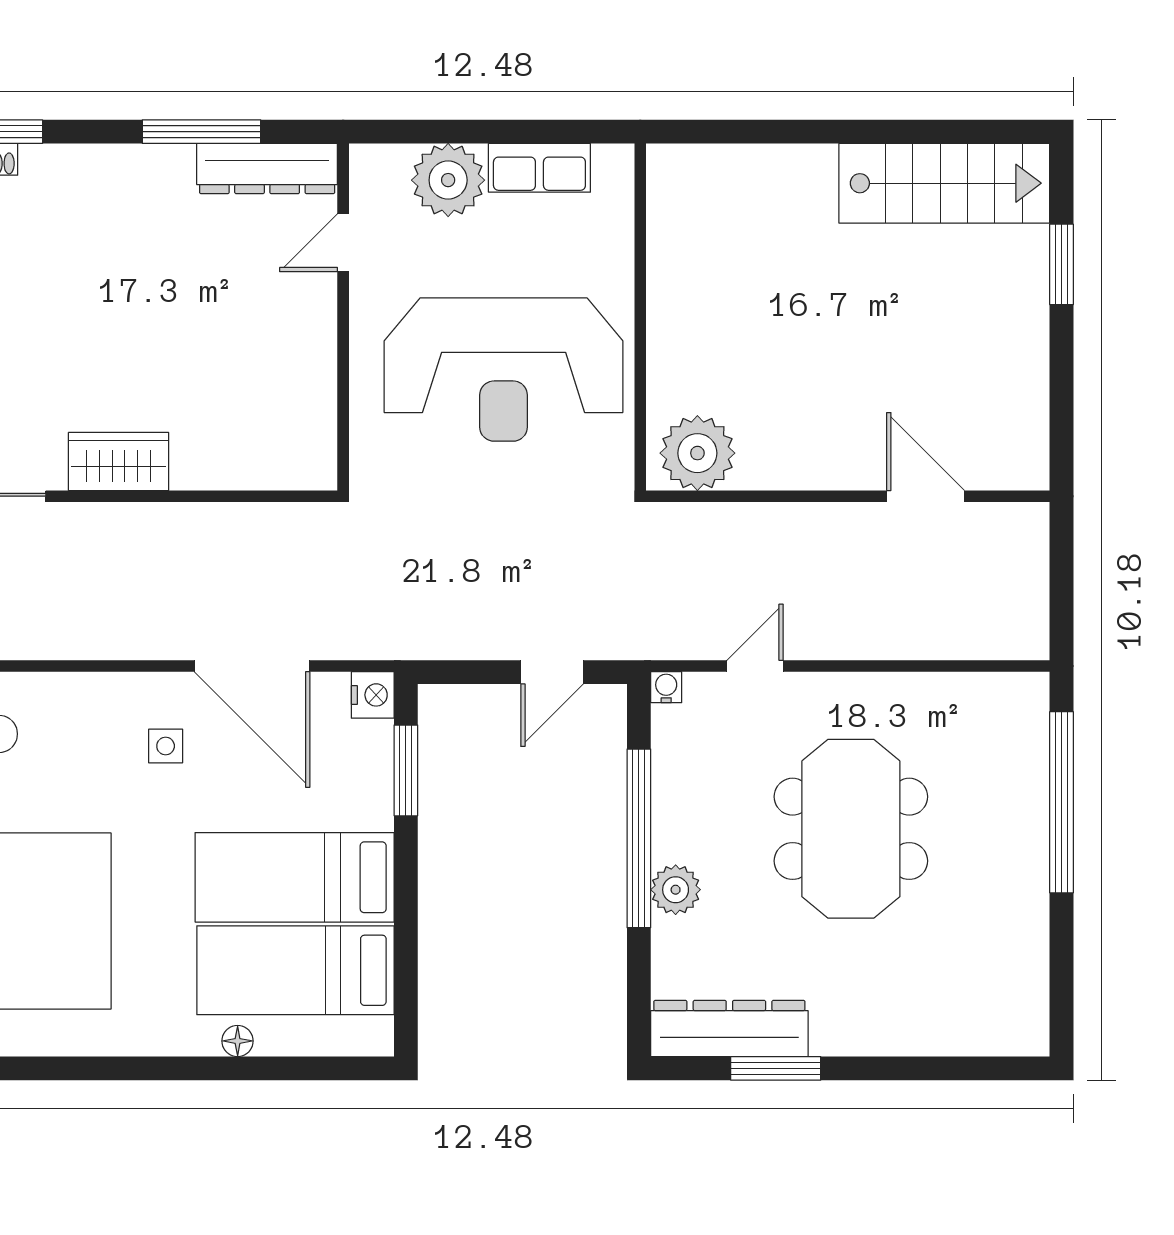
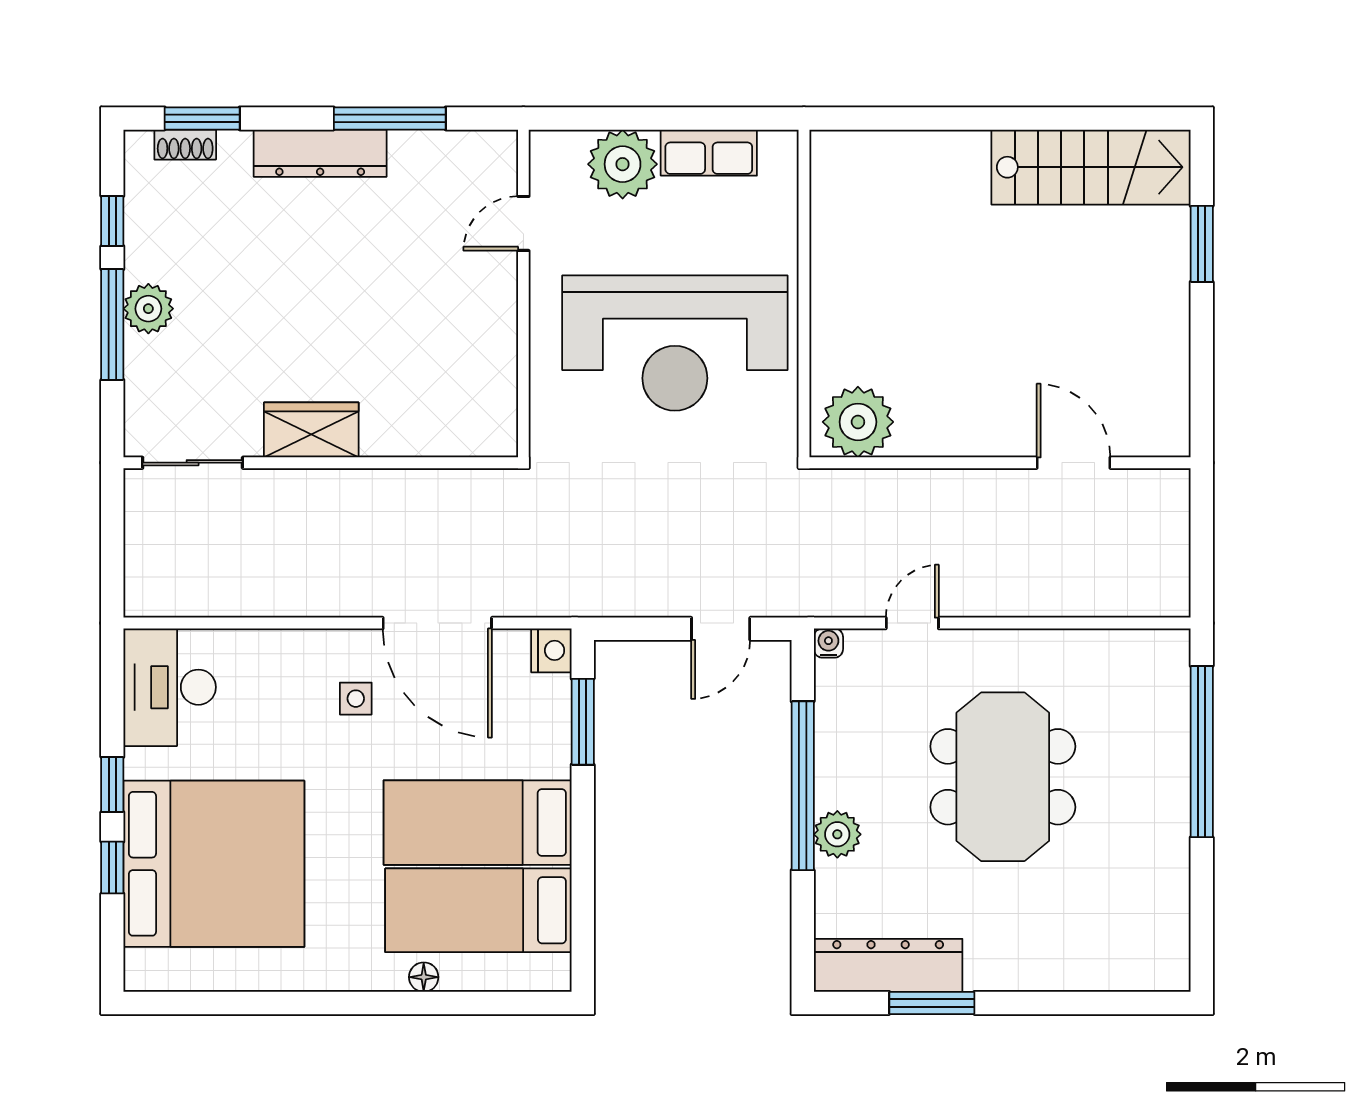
dresser: (267, 169) -> (320, 153), moved

